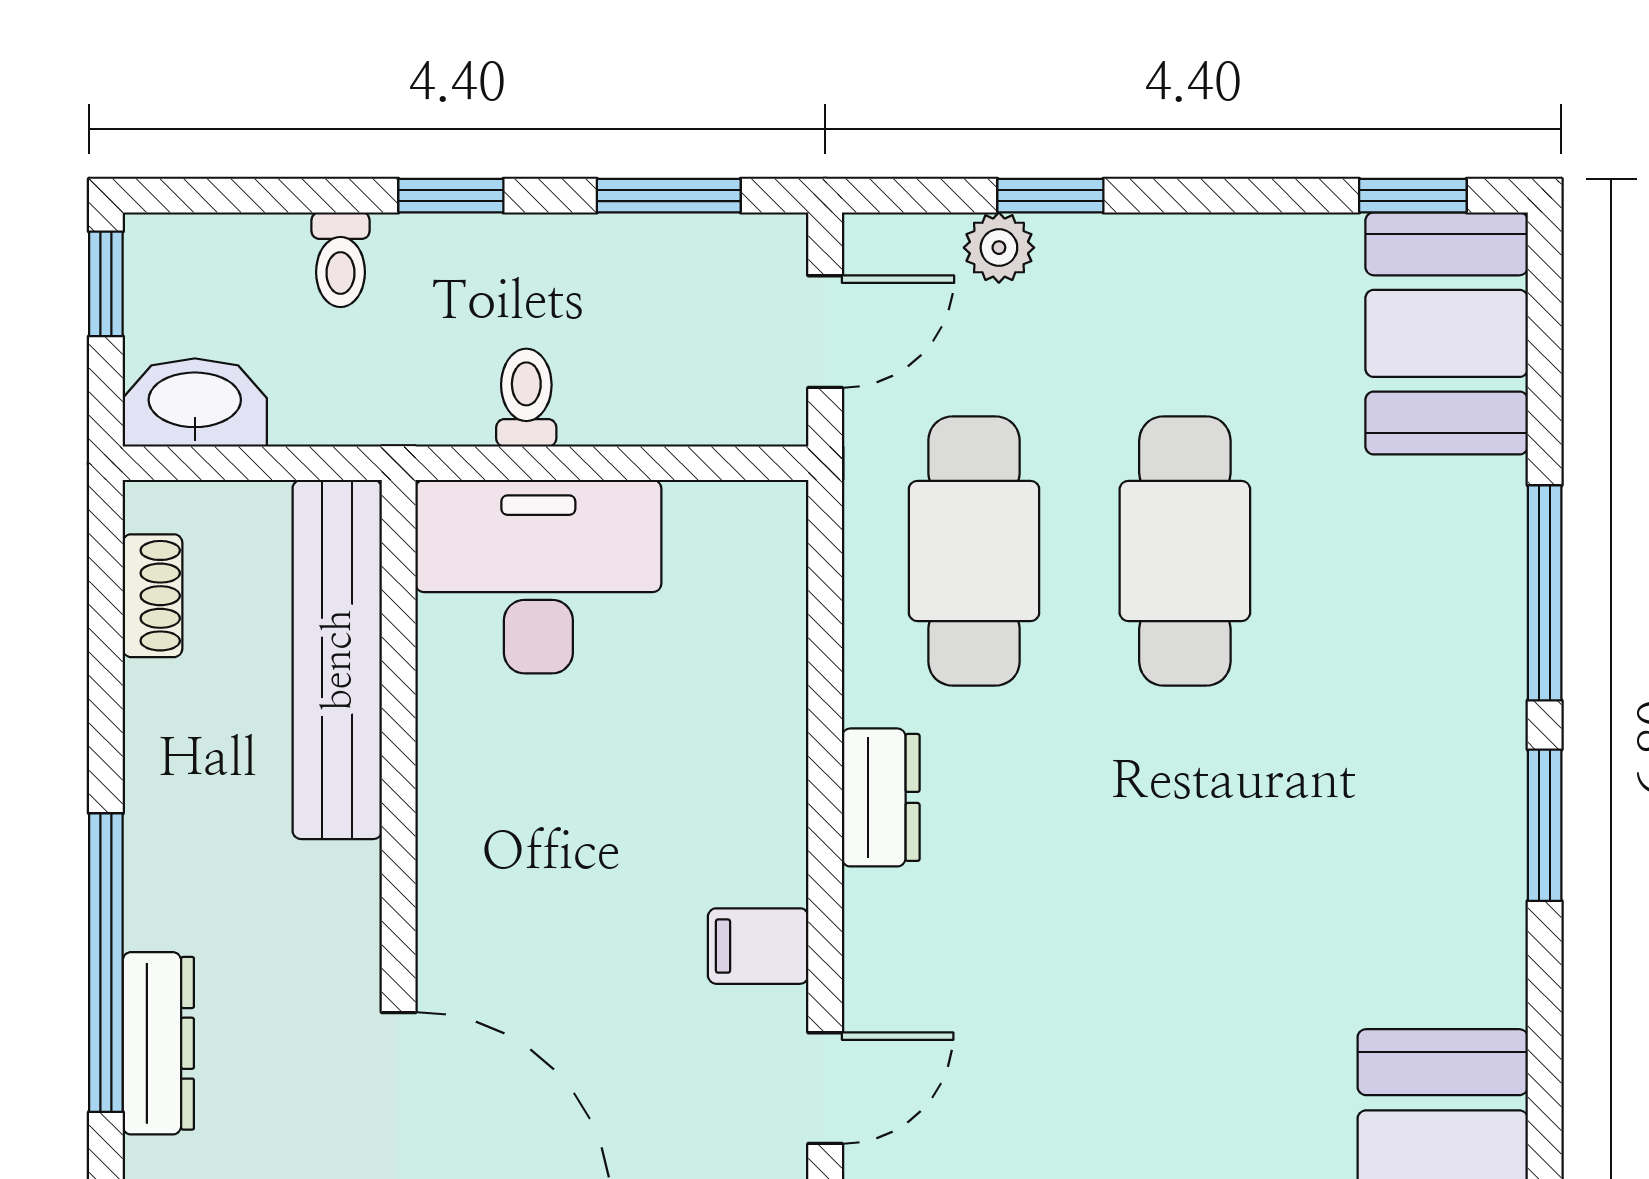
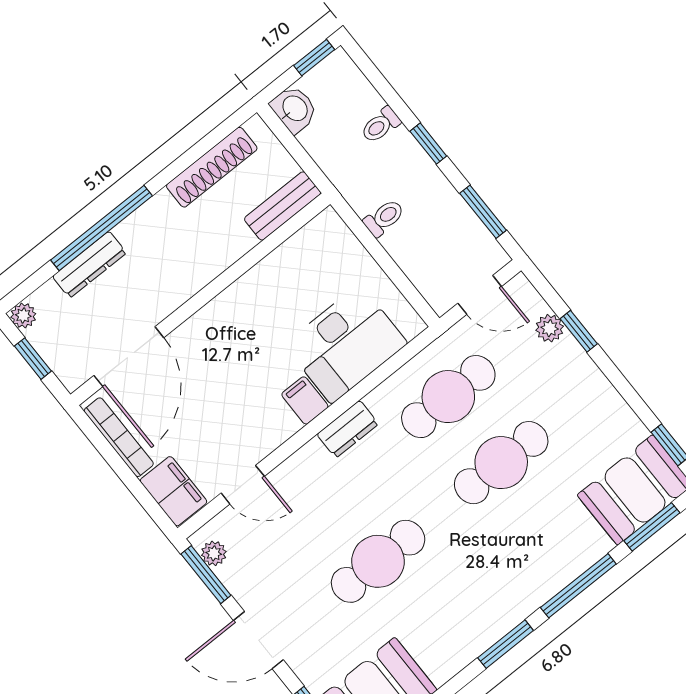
window: (1545, 358) -> (652, 527), added
washbasin: (195, 402) -> (294, 109), width x0.72
desk: (538, 577) -> (346, 344), moved, turned 90
shoe rack: (152, 596) -> (212, 167), width x1.94, depth x1.24
bench: (337, 660) -> (283, 206), width x0.54, depth x0.82
cafe table: (1185, 944) -> (378, 561), added
filing cabinet: (758, 946) -> (305, 400), moved

